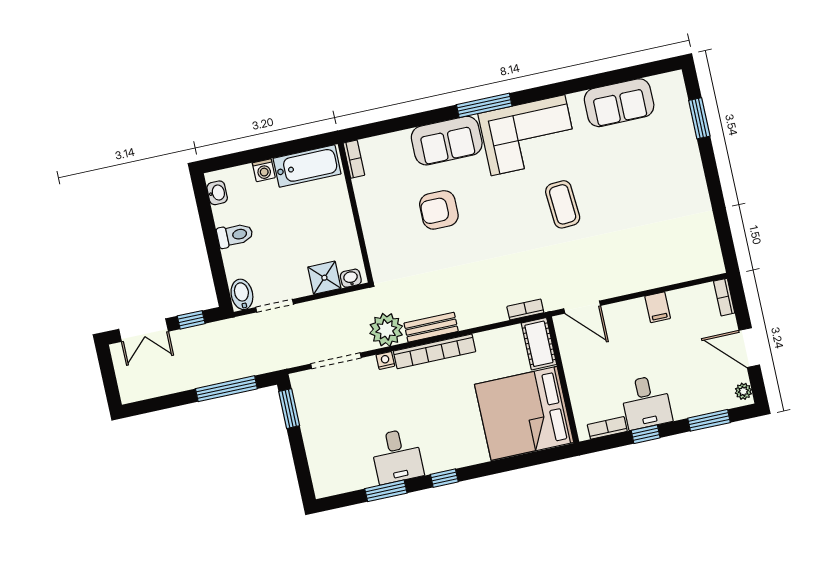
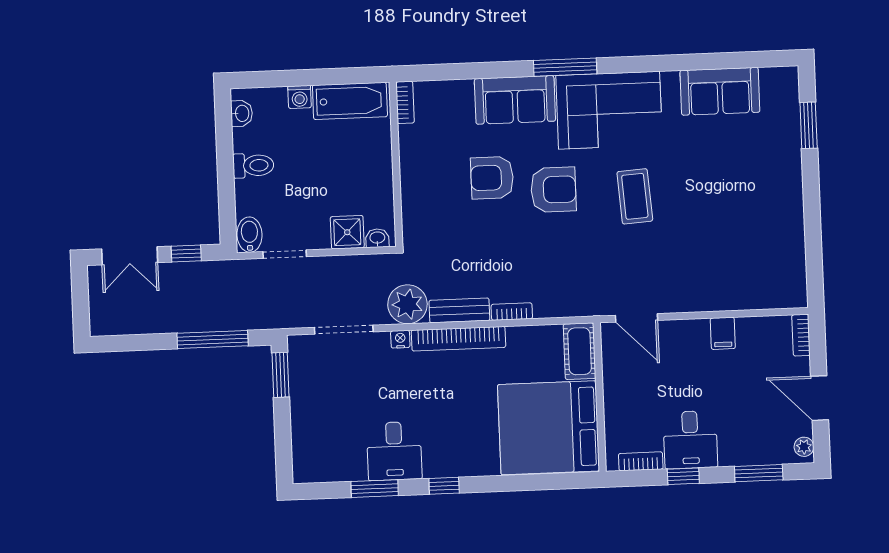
armchair: (493, 211) -> (553, 190), added
bookcase: (525, 310) -> (512, 312), moved

